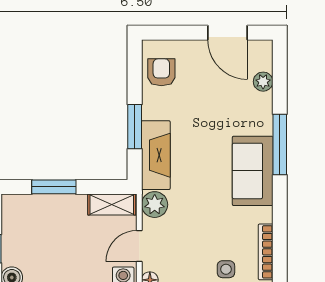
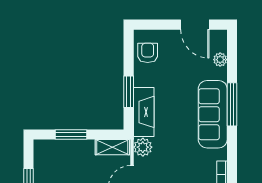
sofa: (253, 171) -> (213, 114), width x1.36

